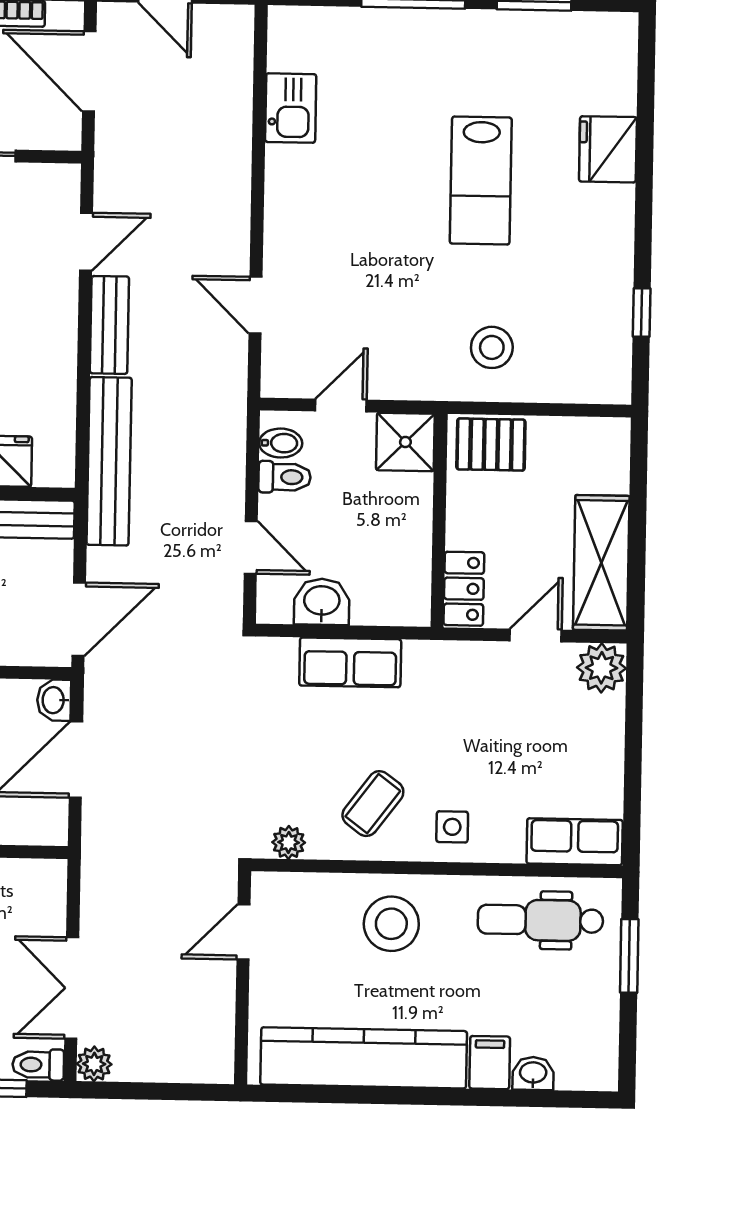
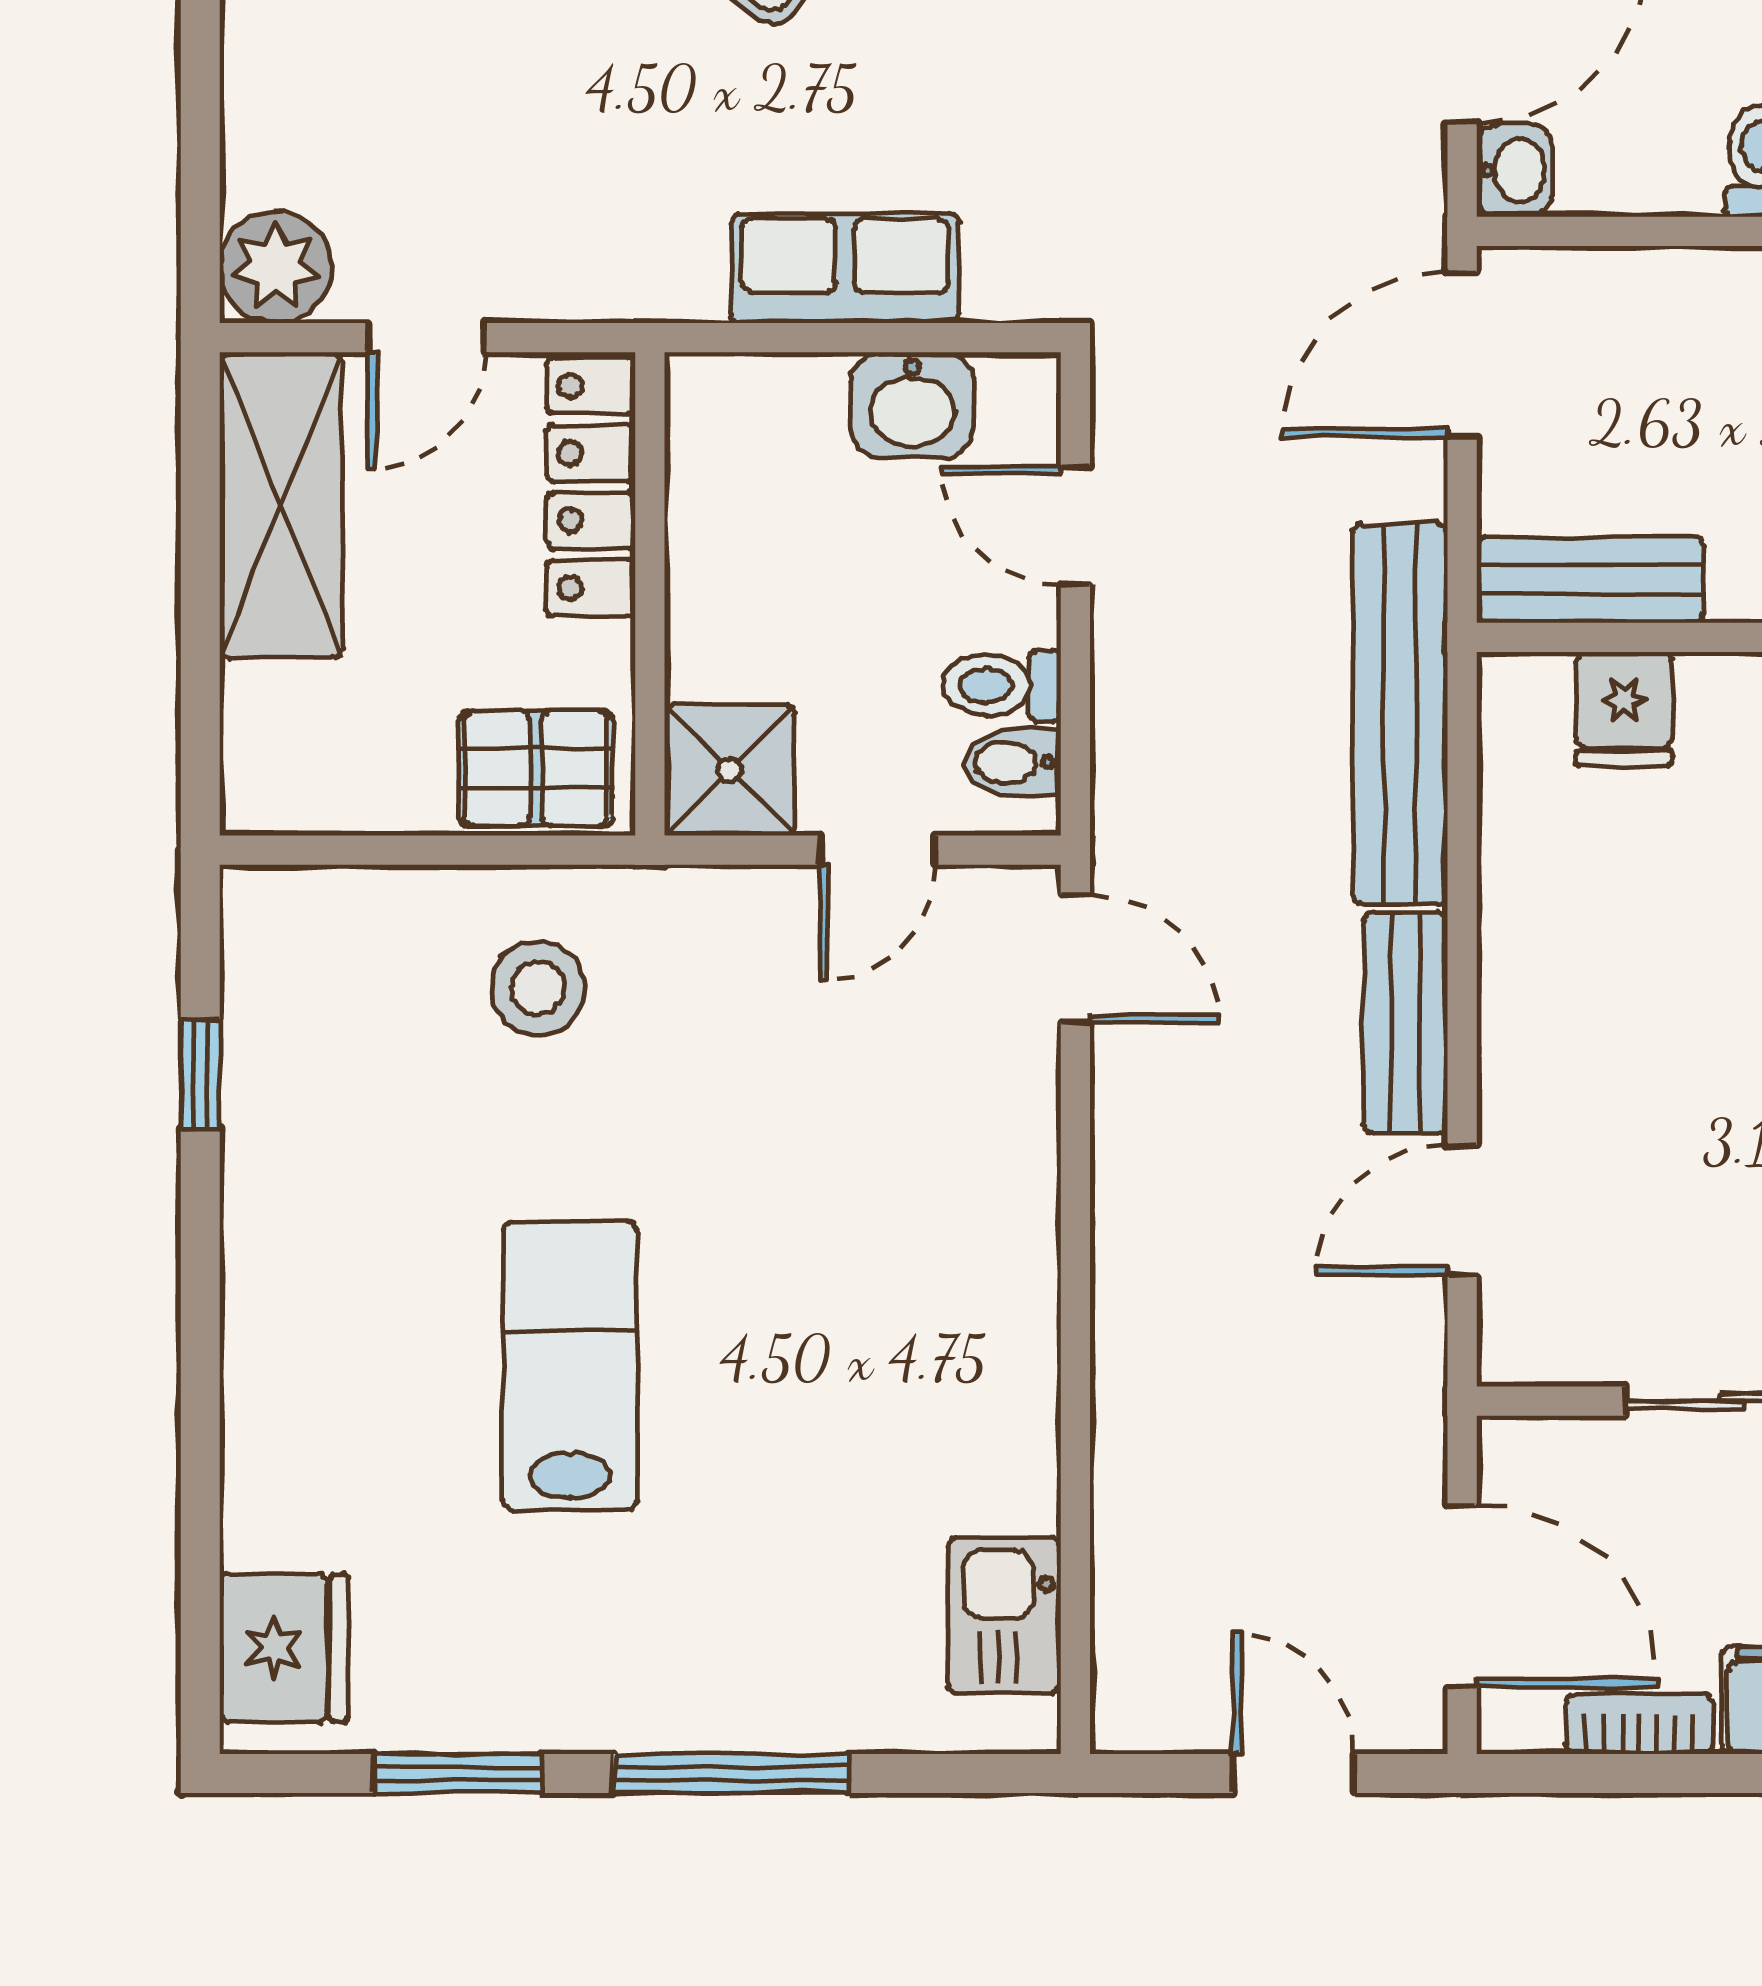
kitchen sink: (291, 108) -> (1004, 1615), moved
fridge: (608, 149) -> (284, 1648), moved
door: (255, 305) -> (1075, 959), moved
locker: (464, 589) -> (591, 487), width x1.53

